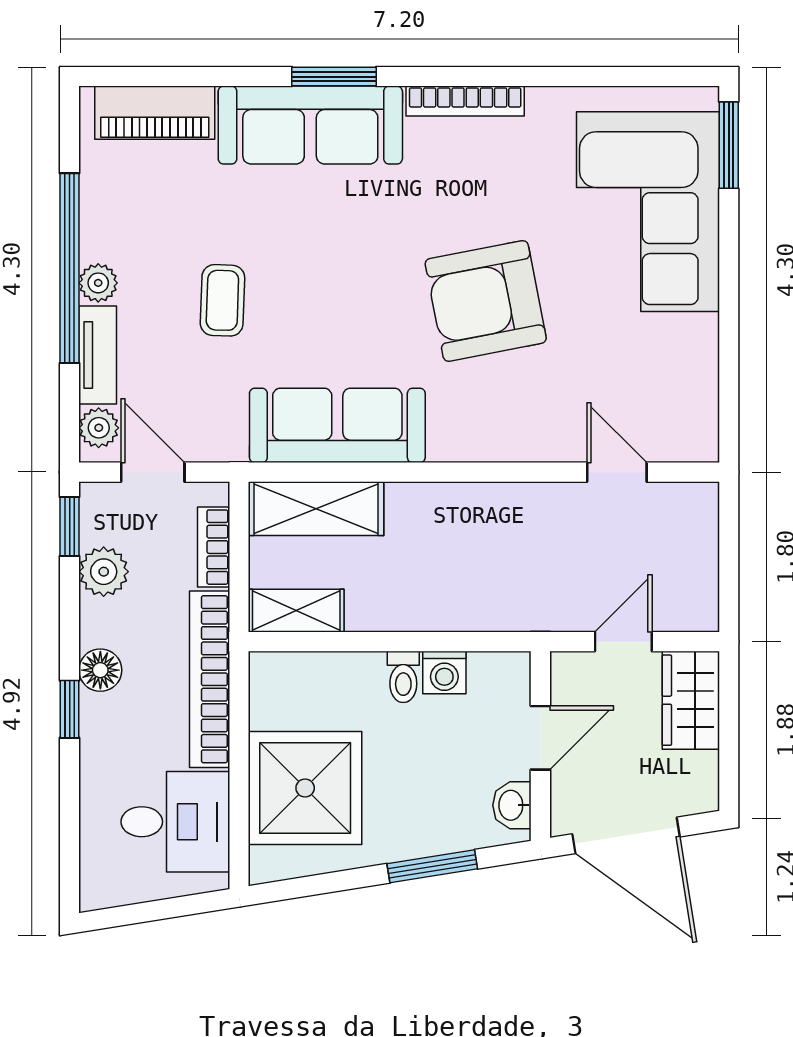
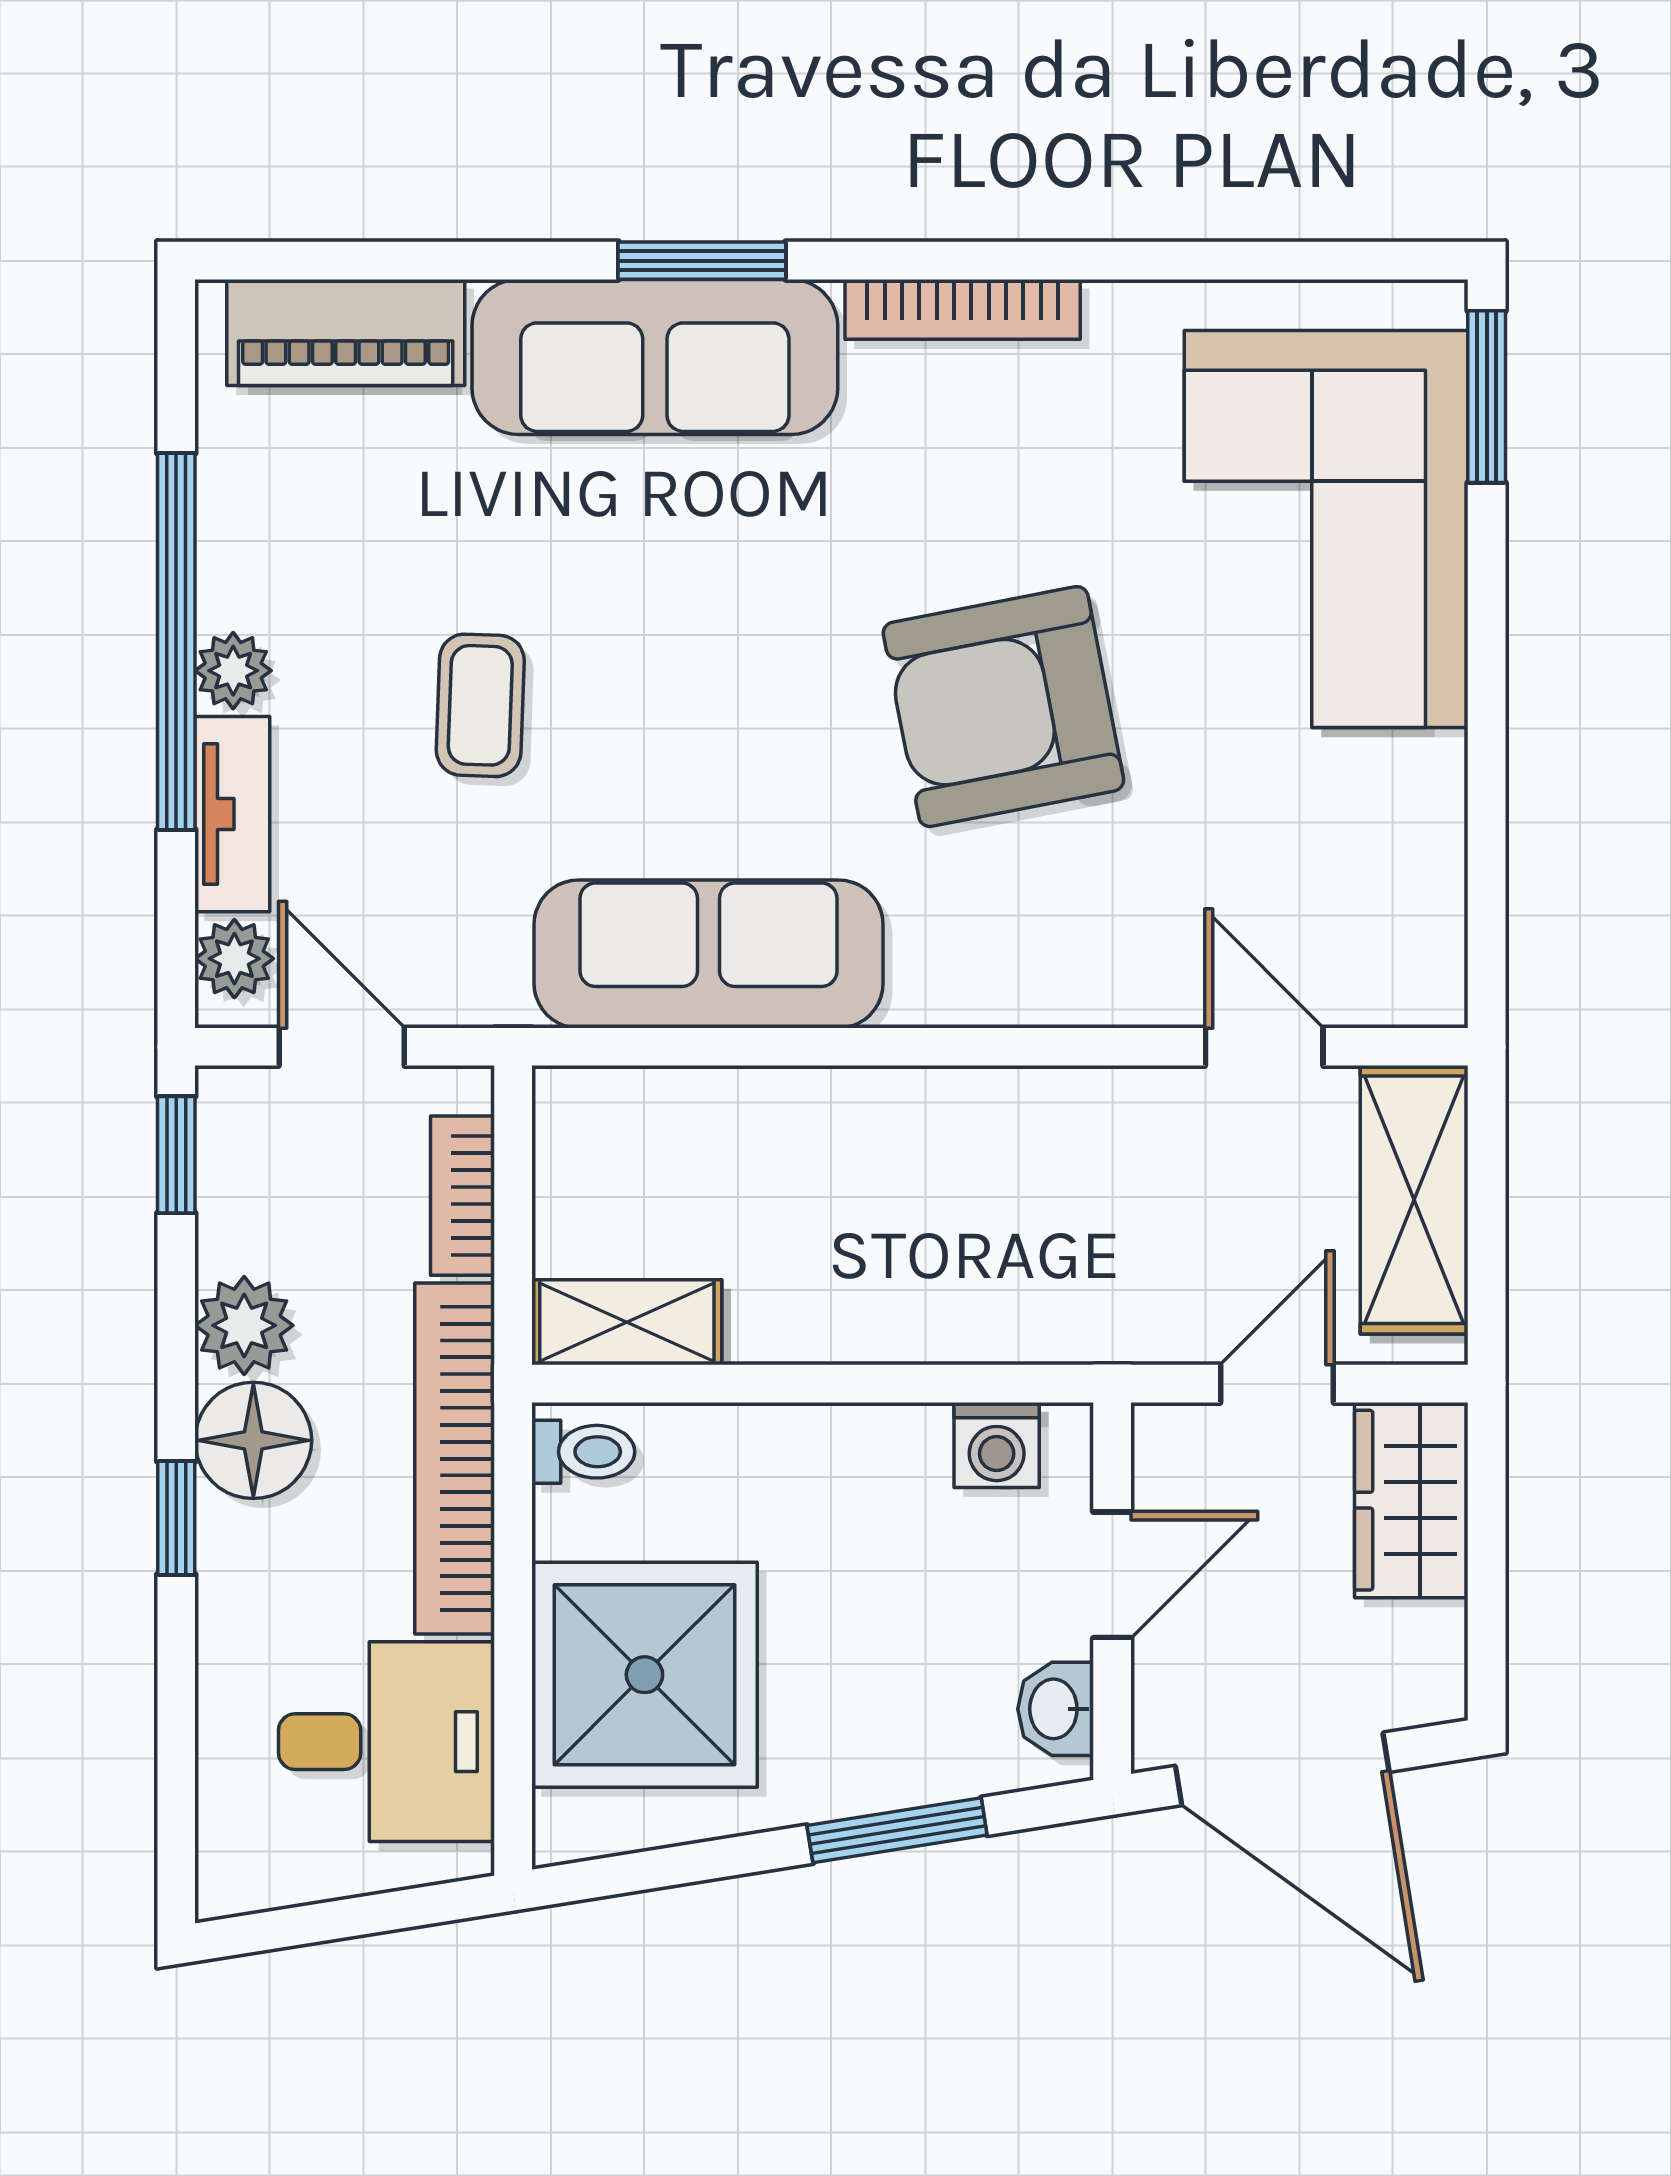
shelving: (316, 509) -> (1414, 1200), moved, turned 90
plant: (104, 572) -> (244, 1325), moved
floor lamp: (100, 670) -> (253, 1440), width x1.38, depth x1.38
washing machine: (444, 672) -> (997, 1445), moved
toilet: (403, 677) -> (583, 1452), moved, turned -90

